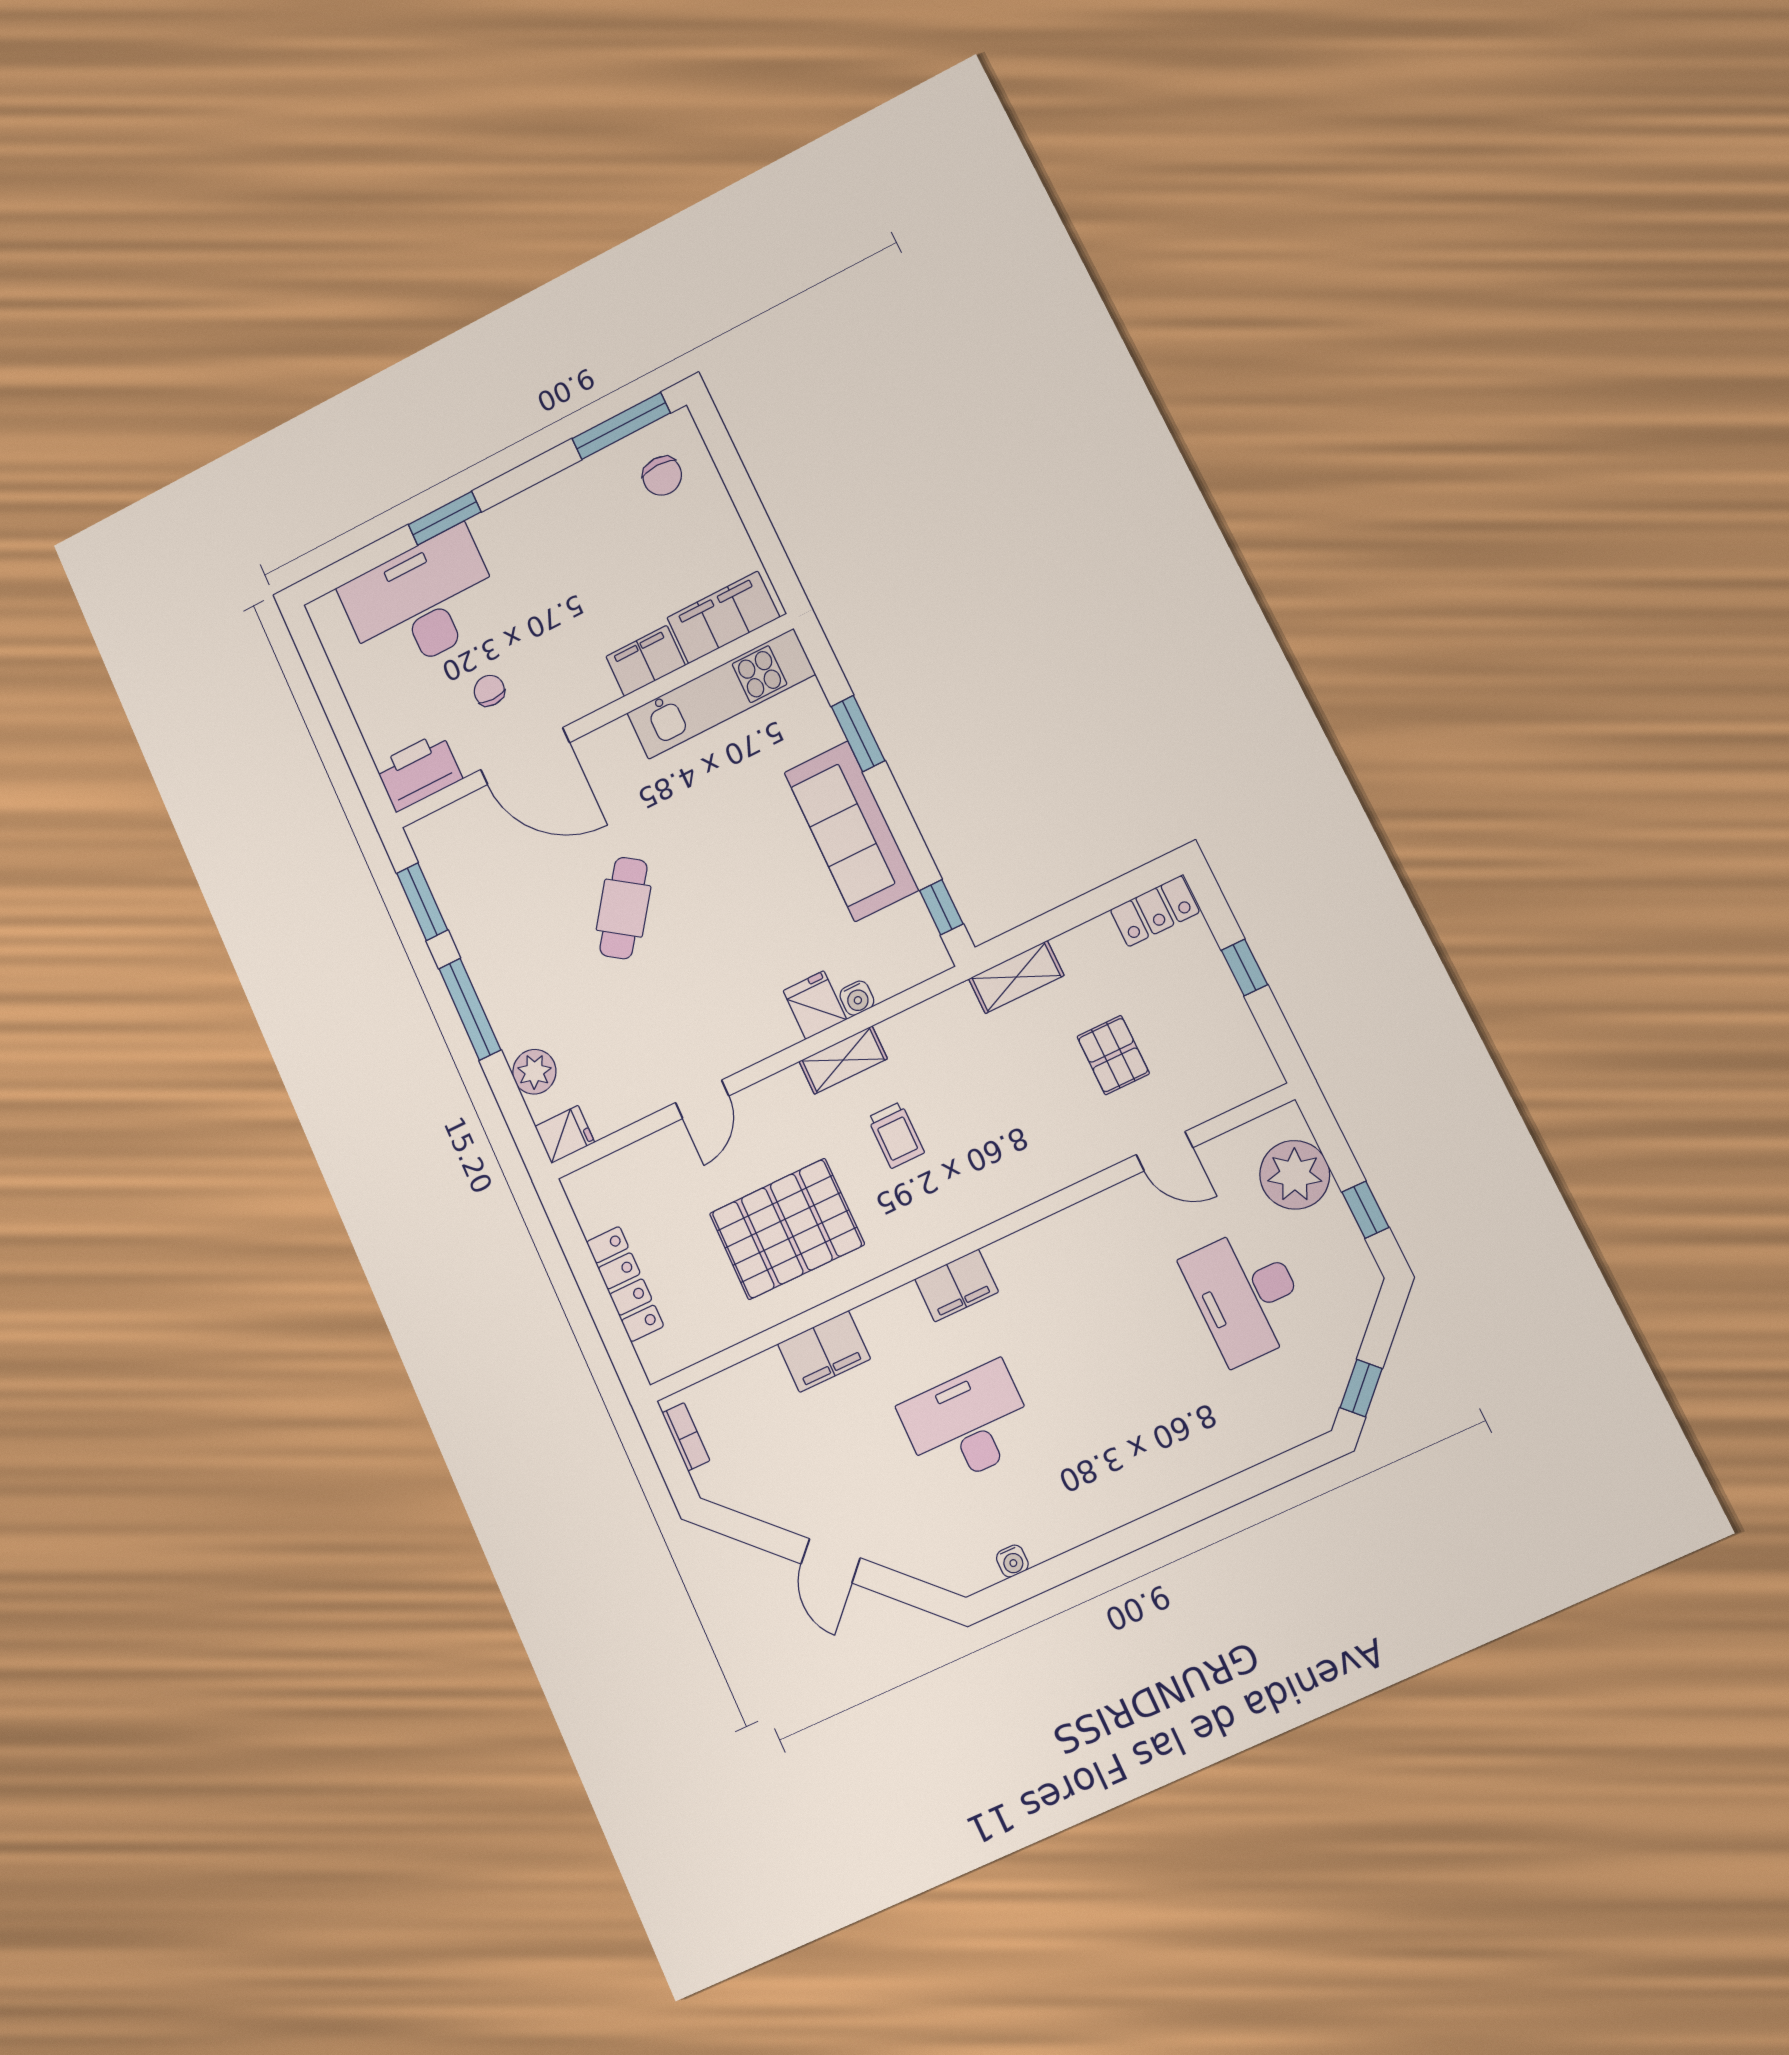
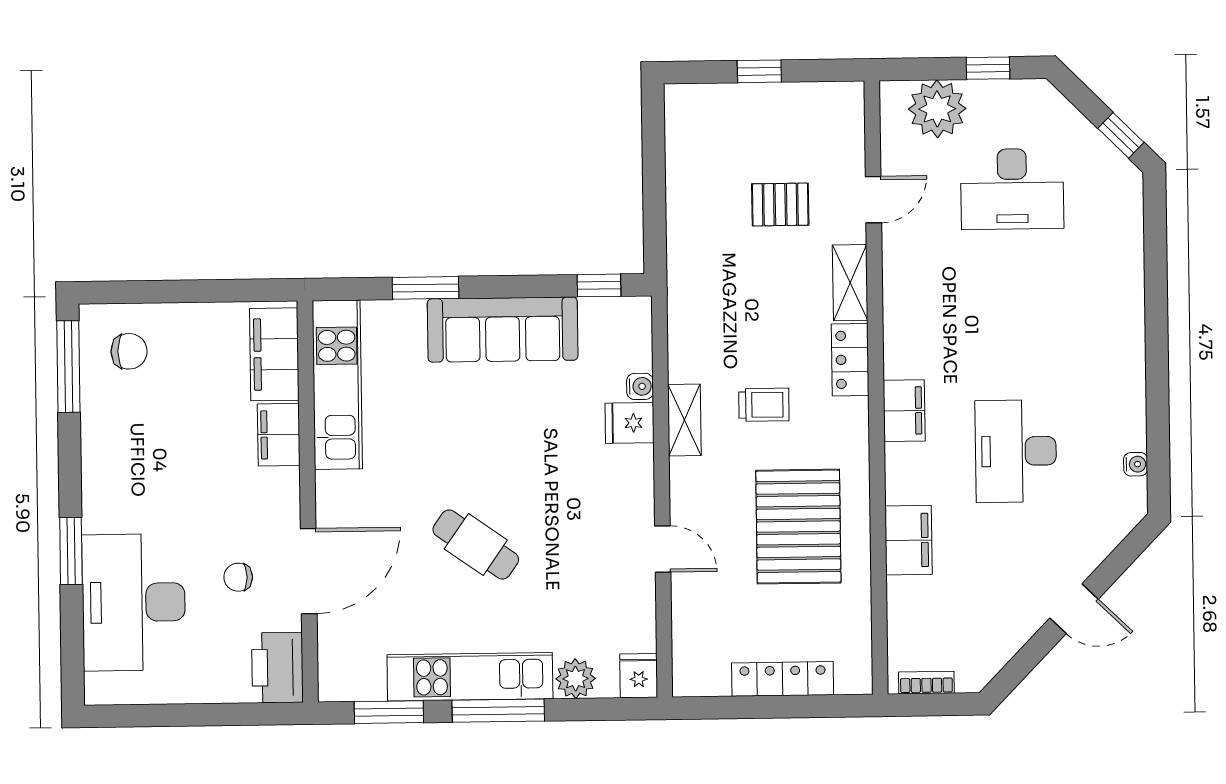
locker: (1155, 911) -> (850, 360), moved, turned 180
kitchen unit: (491, 965) -> (470, 677), added
shelving: (1016, 977) -> (850, 283), moved

